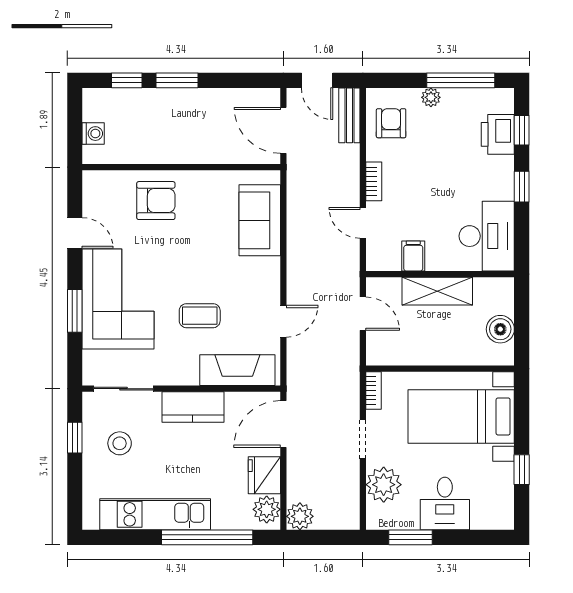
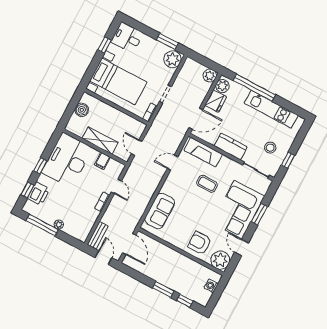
armchair: (391, 123) -> (82, 223), removed
plant: (101, 189) -> (220, 260), added
desk: (487, 236) -> (67, 160), width x1.36, depth x1.30
plant: (384, 485) -> (173, 59), moved
desk: (445, 503) -> (127, 38), moved, turned -90

